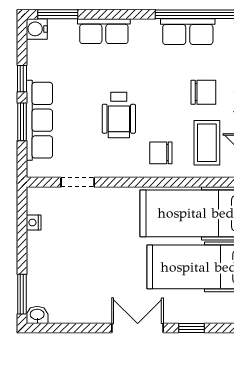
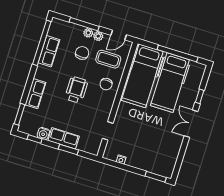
water cooler: (37, 29) -> (43, 133), moved
window: (22, 79) -> (35, 139), moved
wheelchair: (119, 115) -> (76, 90), moved, turned -90
row of seats: (39, 120) -> (64, 138), width x0.68
washbasin: (37, 315) -> (168, 172), removed

